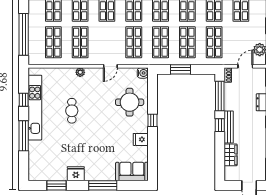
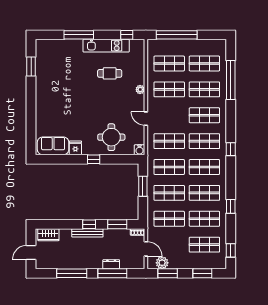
window: (220, 96) -> (117, 224), width x0.69
window: (24, 100) -> (127, 35), moved
kitchen unit: (35, 108) -> (106, 46), width x0.73
cafe table: (72, 111) -> (110, 73), moved
wardrobe: (231, 155) -> (48, 235), moved
sofa: (132, 172) -> (53, 146), moved, turned -90
fridge: (76, 174) -> (42, 85), removed
window: (103, 185) -> (31, 111), removed

